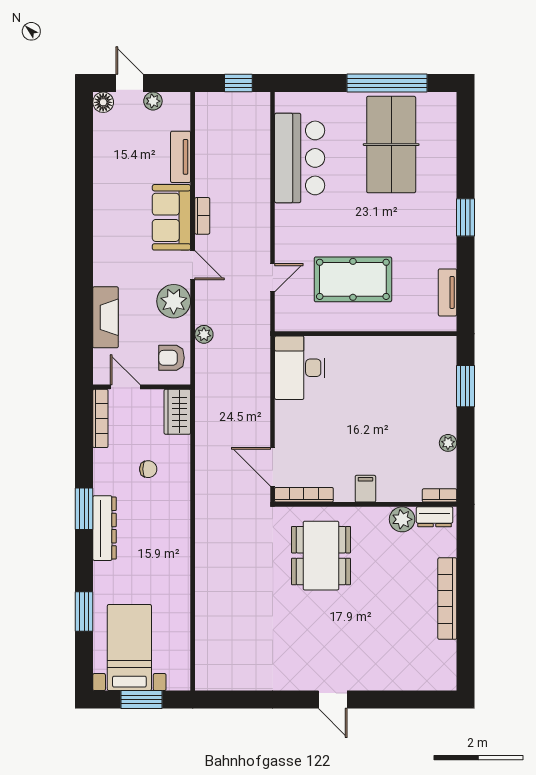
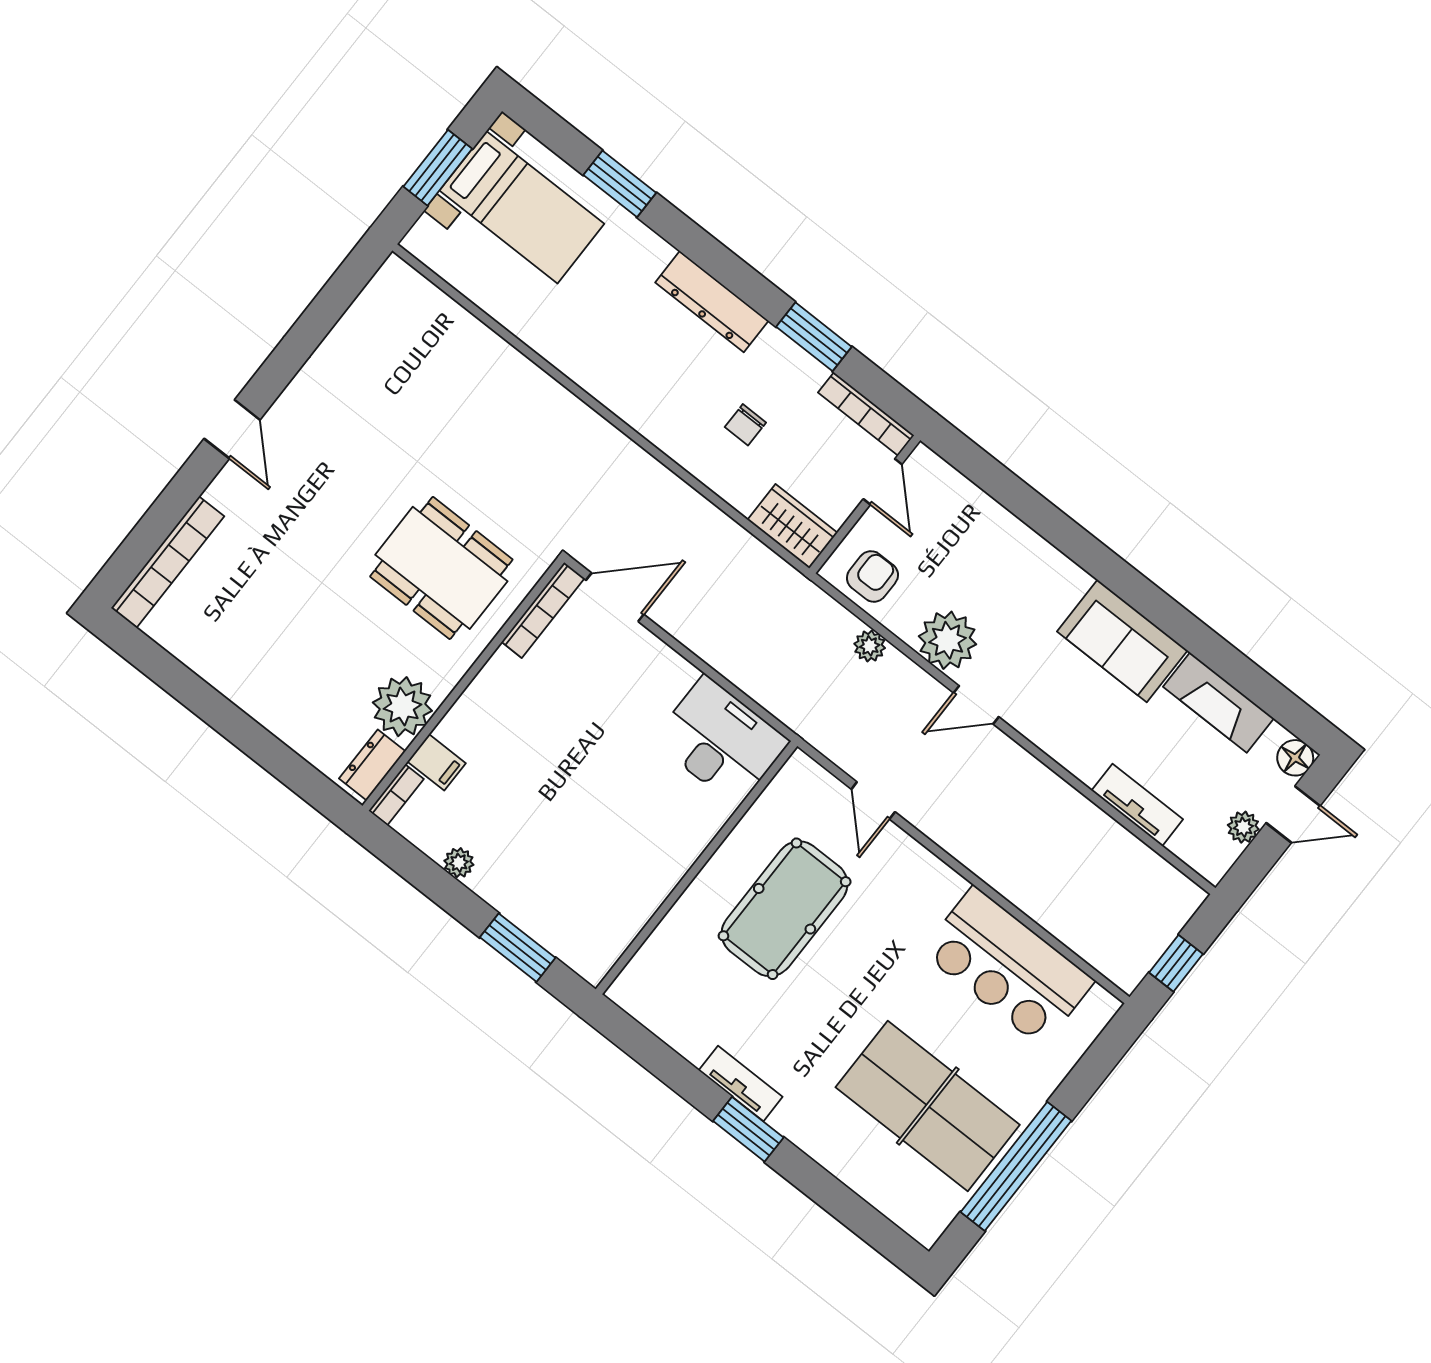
bookcase: (202, 216) -> (1033, 771), removed
sofa: (171, 217) -> (1122, 641), moved, turned 180
tv unit: (448, 292) -> (741, 1084), moved
fireplace: (106, 317) -> (1218, 703), moved
door: (125, 387) -> (883, 482), hinge flipped
filing cabinet: (365, 489) -> (436, 762), moved
window: (84, 509) -> (814, 337), moved
plant: (402, 519) -> (402, 707), width x1.36, depth x1.36
bookcase: (447, 599) -> (168, 562), moved, turned 90
door: (333, 700) -> (232, 429), swing flipped

